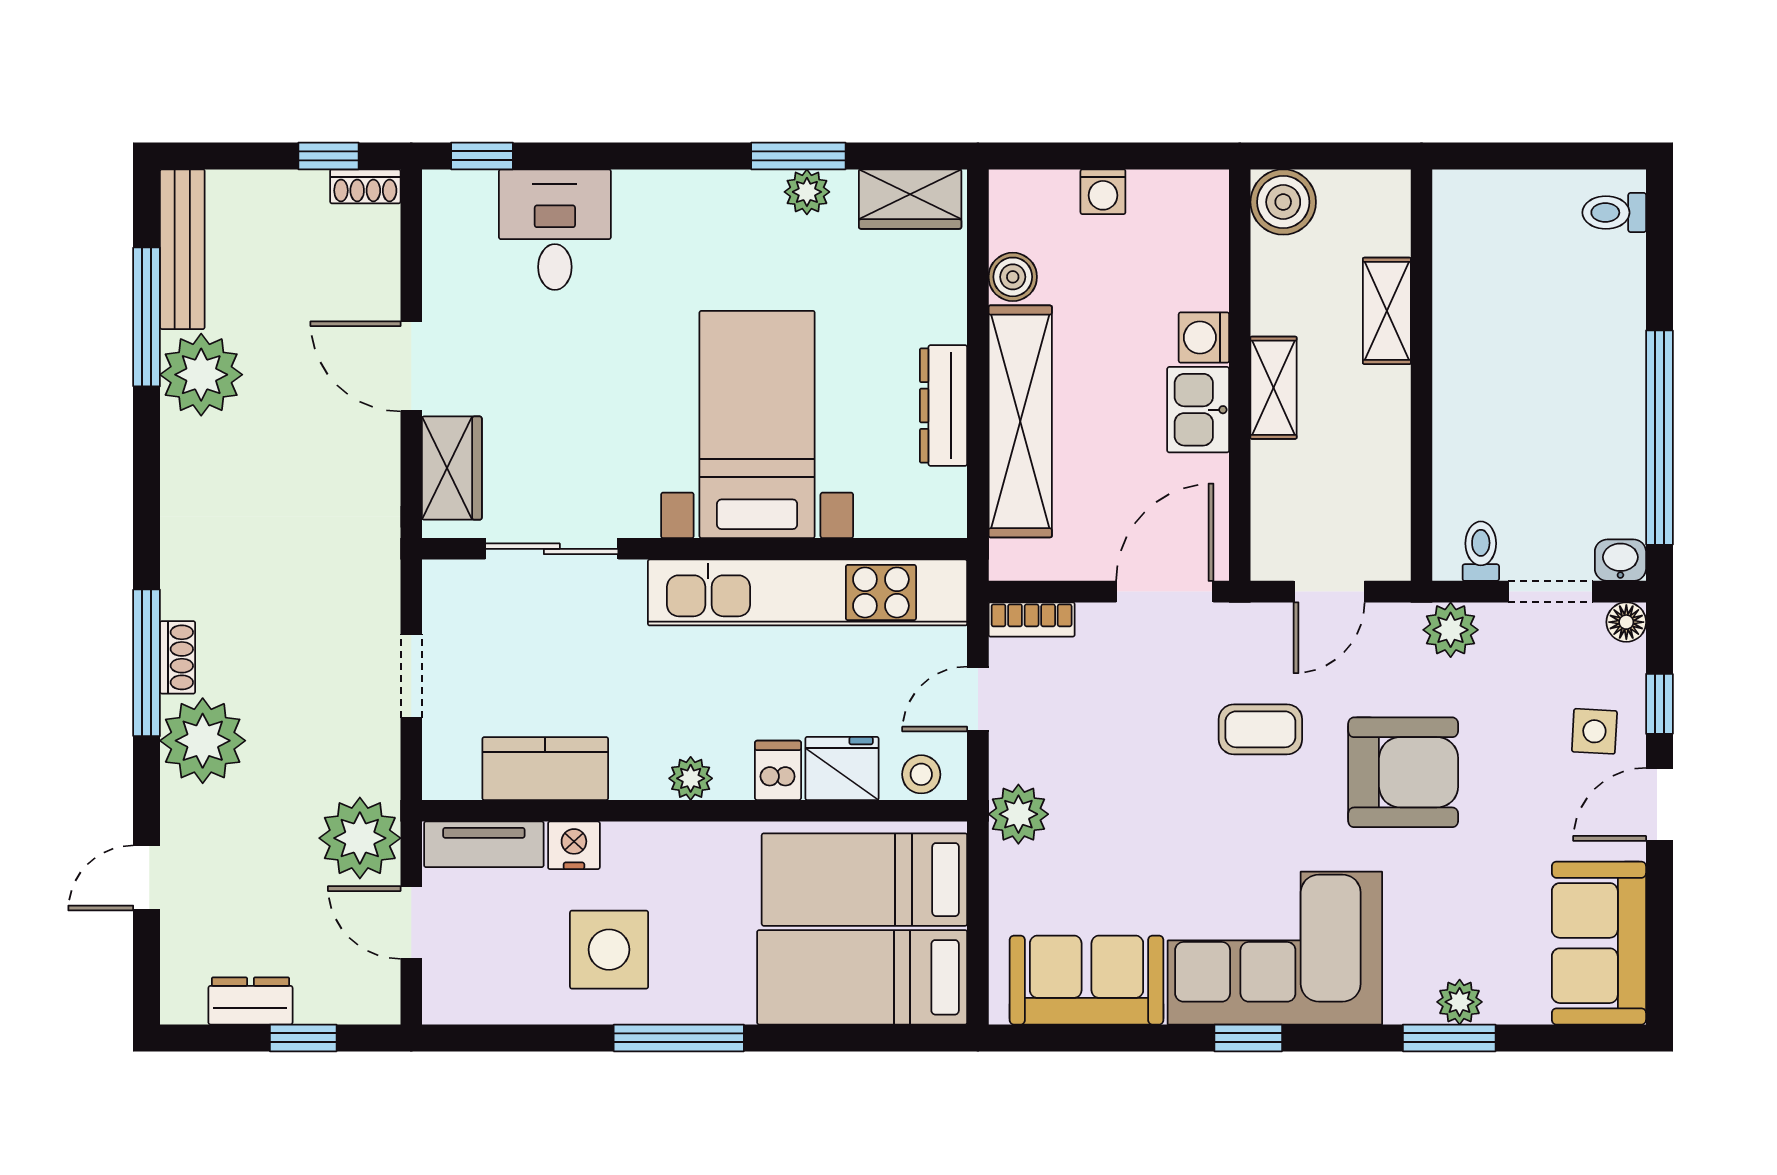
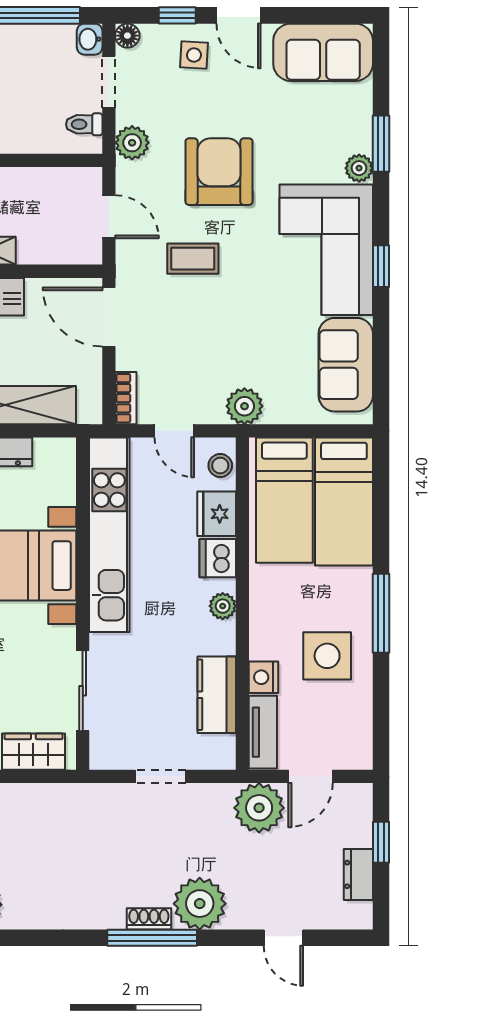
coffee table: (1260, 729) -> (193, 259), turned 90
dishwasher: (778, 770) -> (218, 558), width x1.38
plant: (1460, 1002) -> (359, 168), moved

